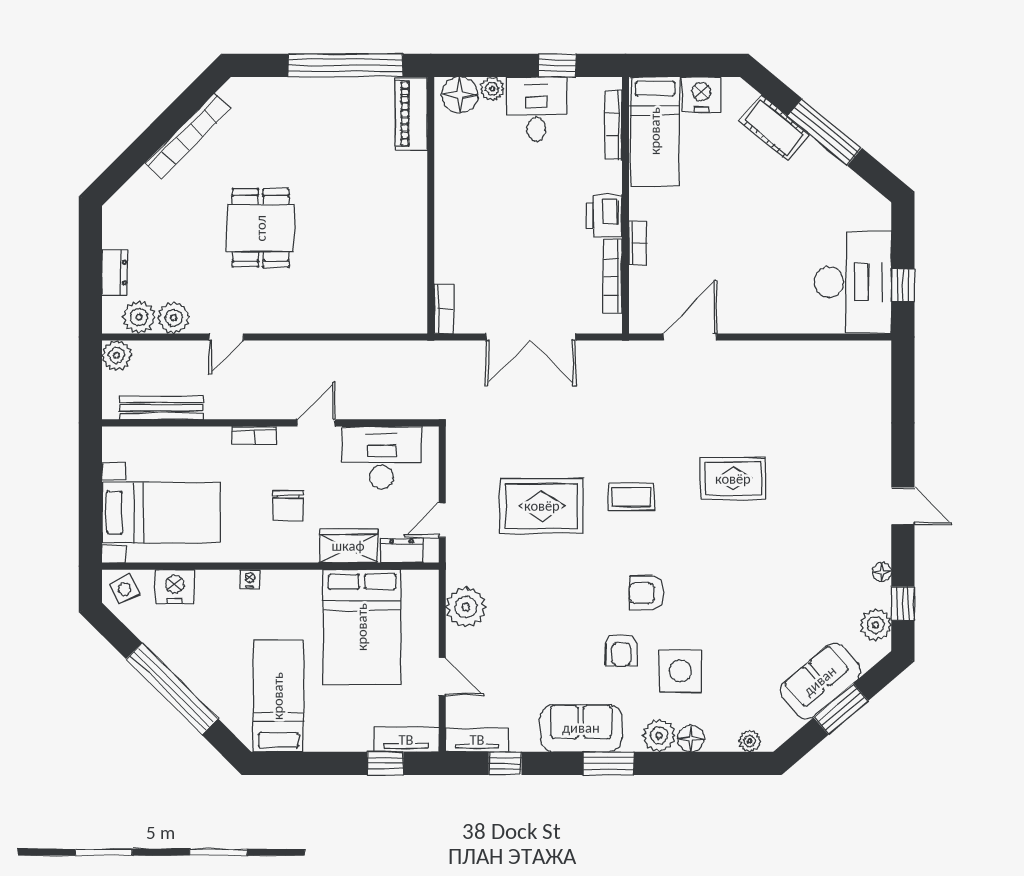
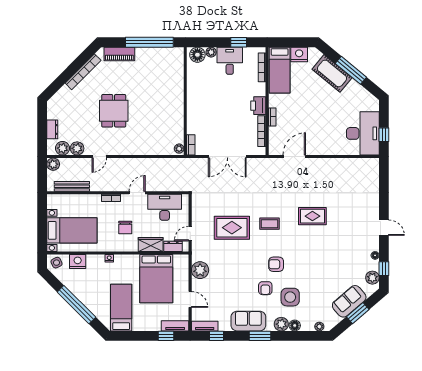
piano: (411, 114) -> (119, 54), moved, turned -90
cot: (774, 128) -> (332, 73), width x1.37, depth x1.34
plant: (416, 318) -> (179, 149), added

